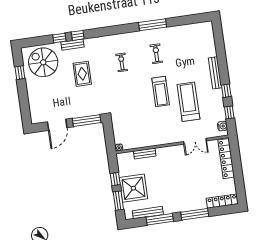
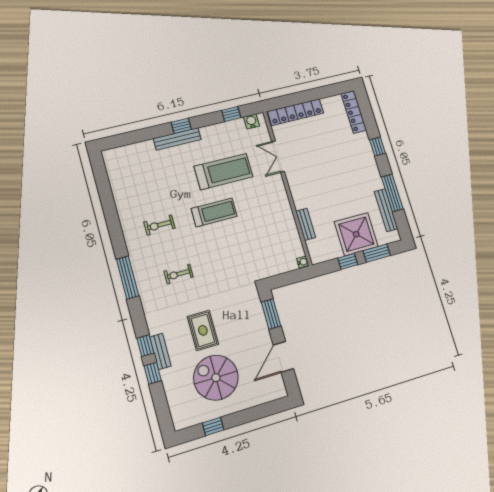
window: (153, 25) -> (128, 278), moved
spiral stairs: (43, 62) -> (216, 378), moved, turned 90
rug: (82, 74) -> (203, 330), turned 90
window: (226, 91) -> (181, 126), moved
treadmill: (188, 102) -> (224, 172), turned 180
window: (87, 121) -> (271, 314), width x0.69
door: (57, 125) -> (283, 357), swing flipped
double door: (195, 141) -> (278, 157), swing flipped
window: (195, 214) -> (378, 147), width x0.46

